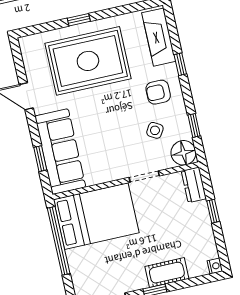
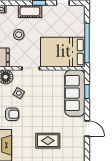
rug: (88, 61) -> (48, 141), width x0.54, depth x0.49
stool: (177, 229) -> (19, 35), added

